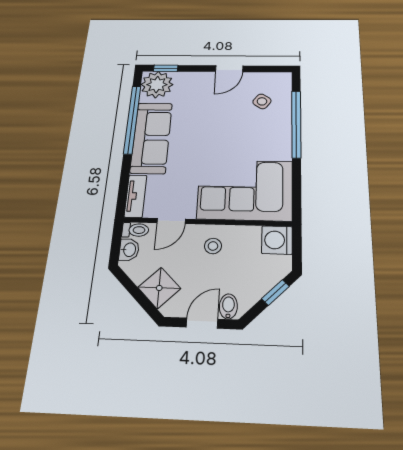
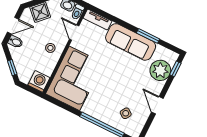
plant: (157, 85) -> (160, 70), moved
window: (132, 119) -> (148, 36), width x0.47
door: (202, 323) -> (13, 26), hinge flipped

